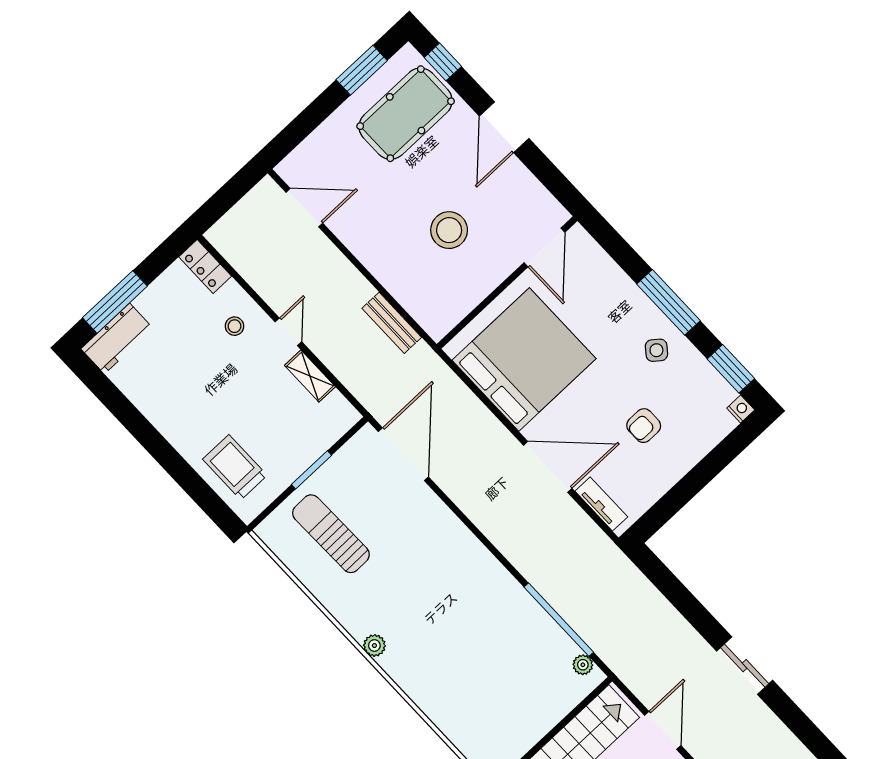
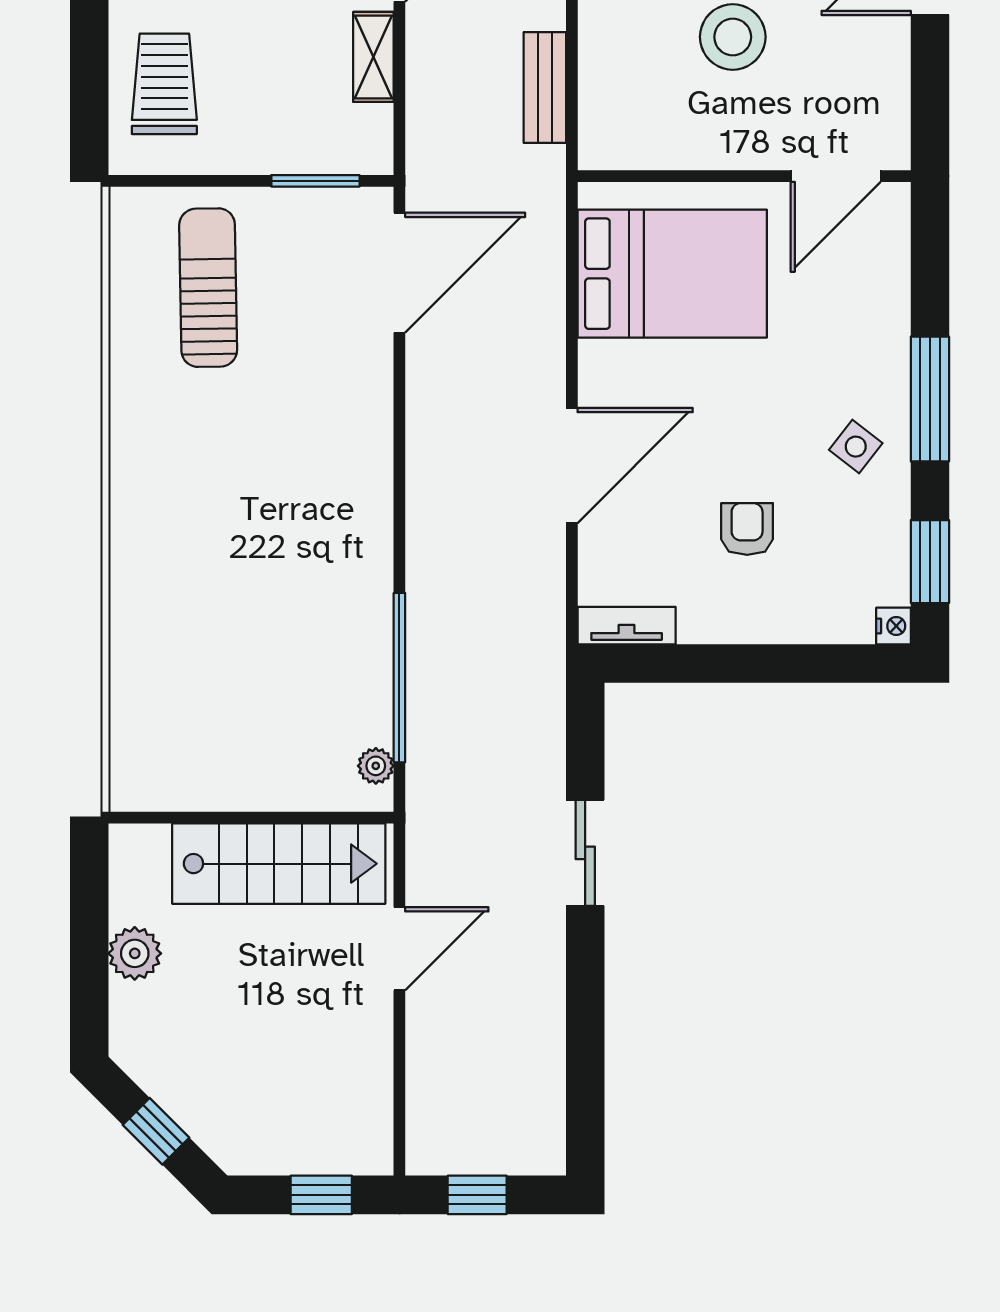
bed: (524, 359) -> (672, 274), width x0.73
armchair: (644, 426) -> (747, 529), turned 90
door: (548, 467) -> (572, 465), hinge flipped
window: (312, 470) -> (315, 181), moved
tv unit: (601, 504) -> (627, 626), moved, turned -90
plant: (374, 645) -> (128, 486), removed
sliding door: (745, 666) -> (585, 853), moved

